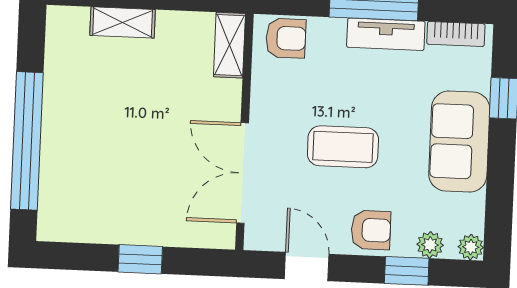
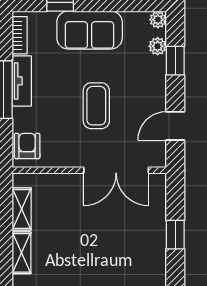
shelving: (229, 45) -> (22, 209), moved, turned 90
armchair: (371, 230) -> (150, 85), removed

